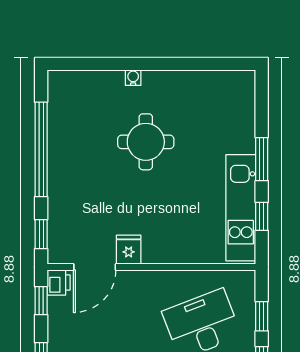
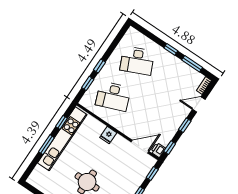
kitchen unit: (241, 208) -> (62, 139), width x1.36
fridge: (129, 250) -> (108, 135), moved

